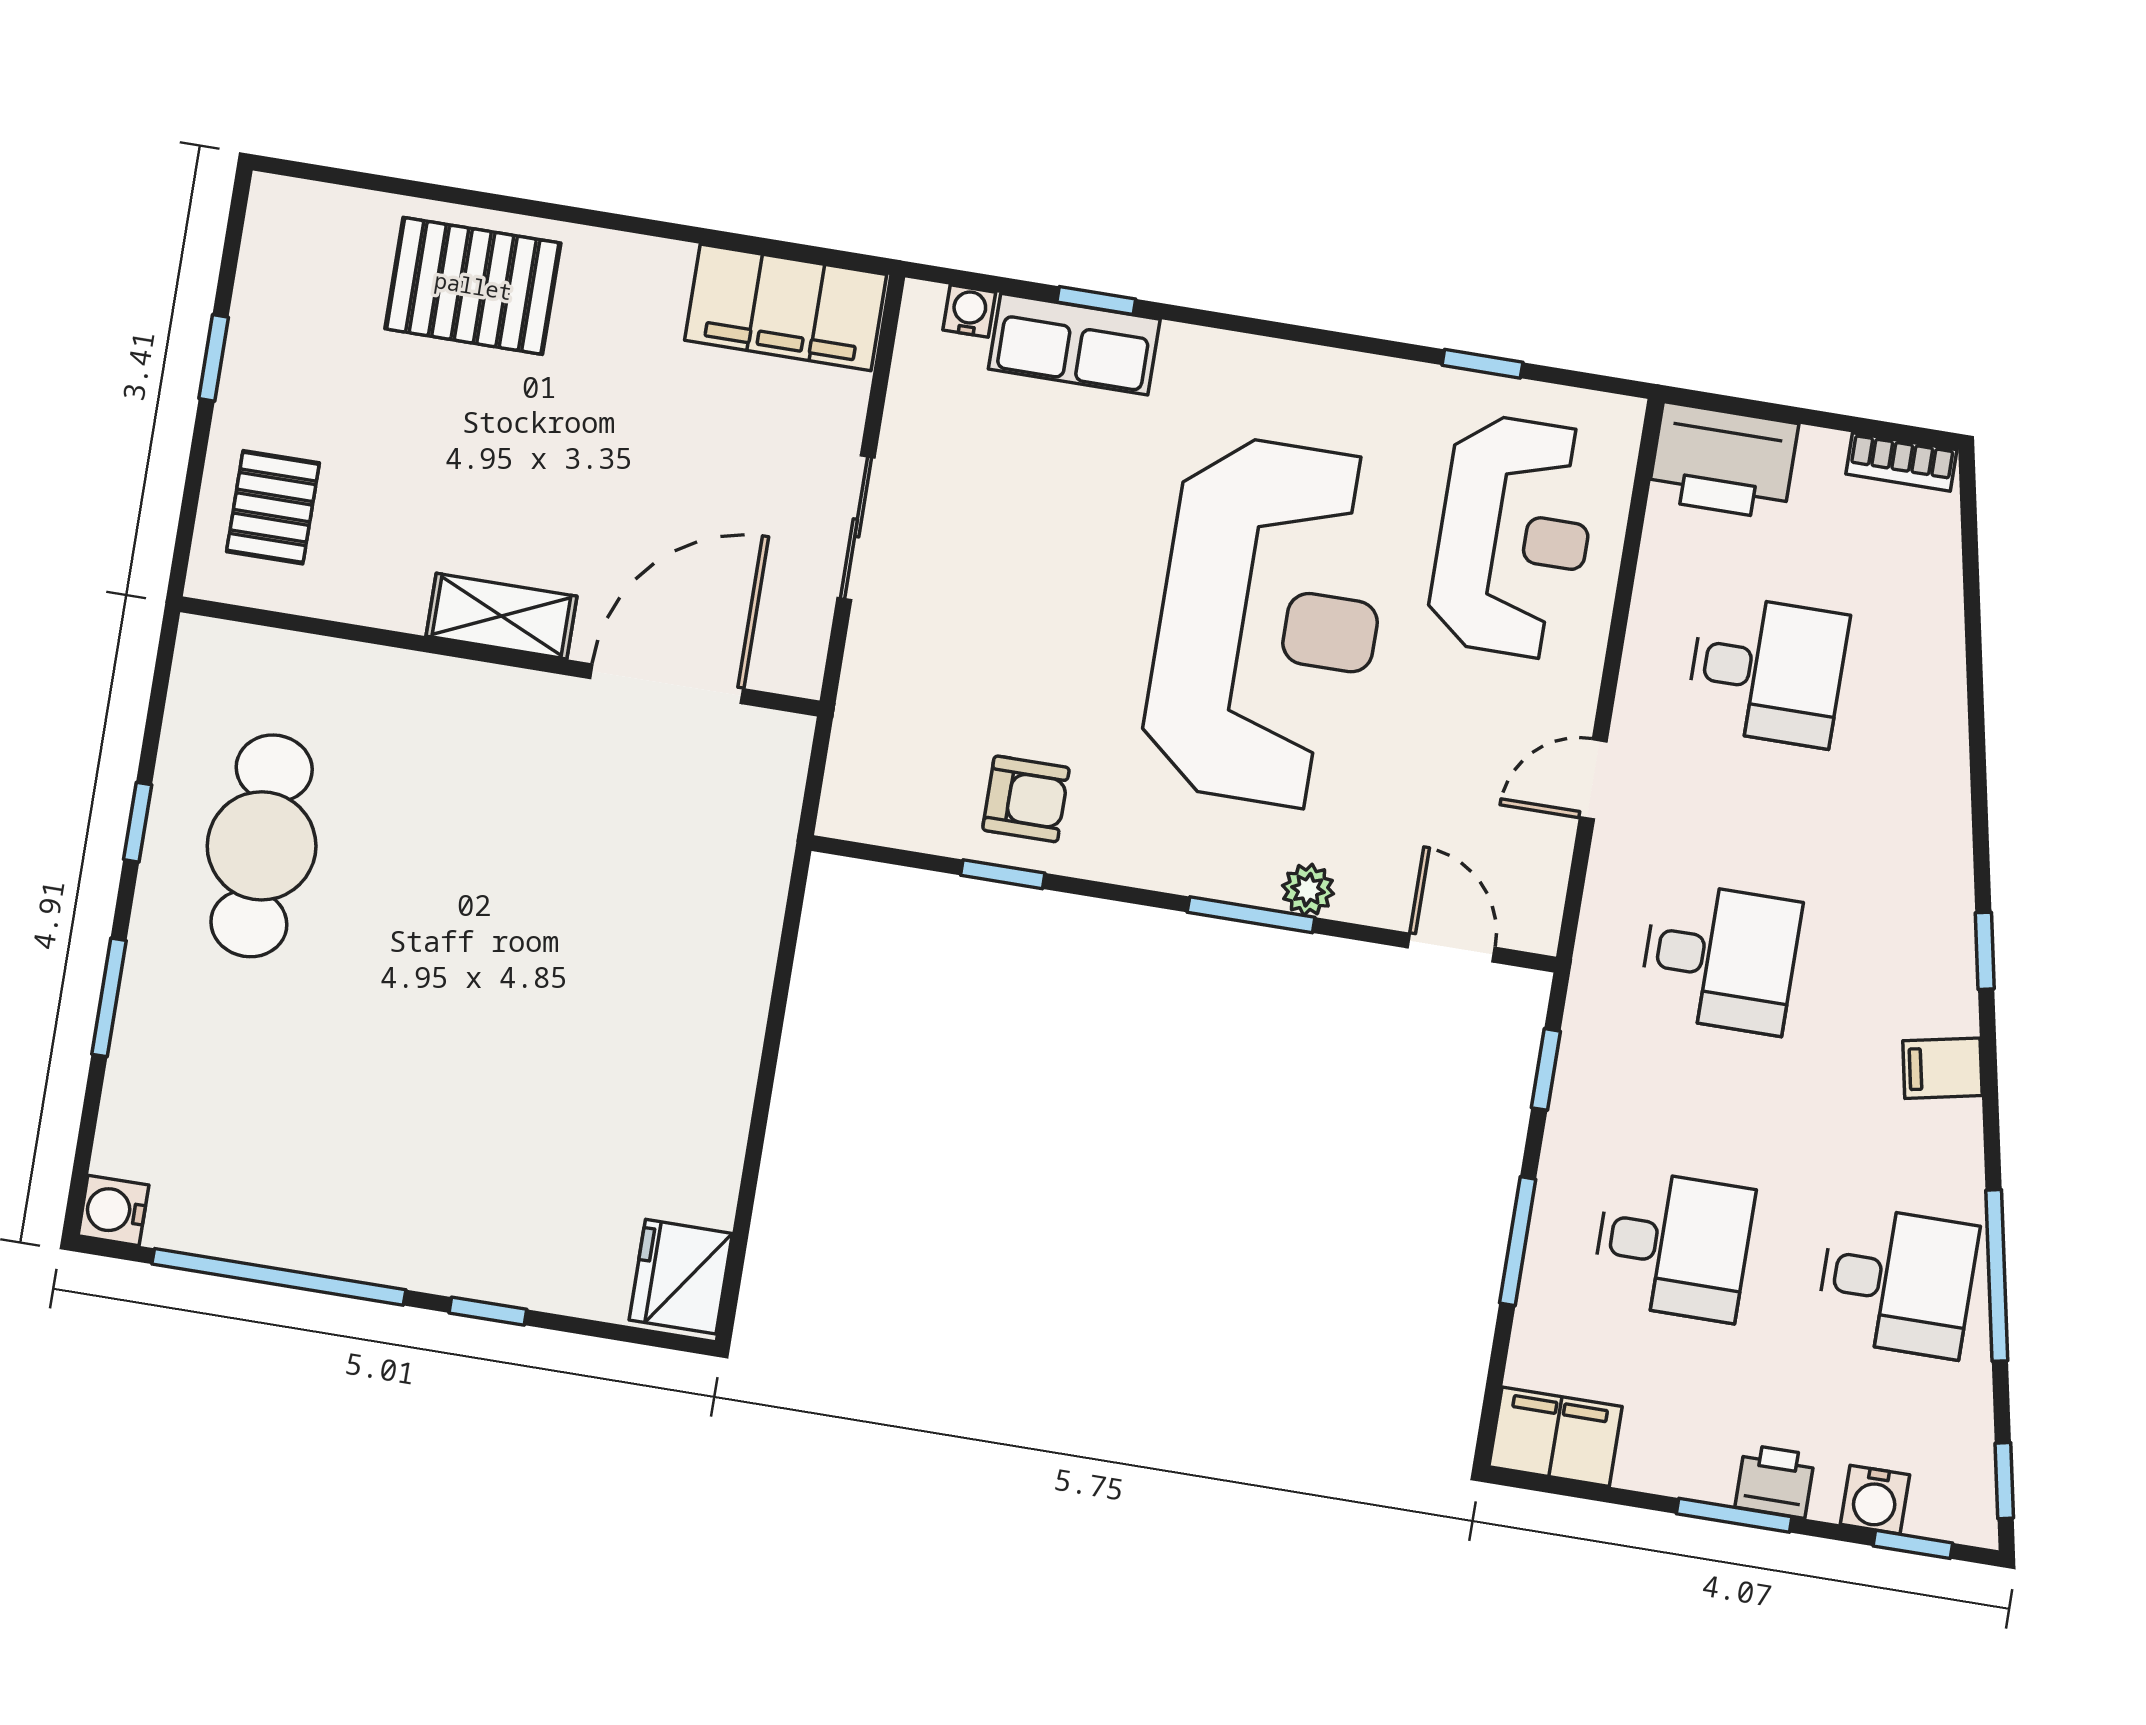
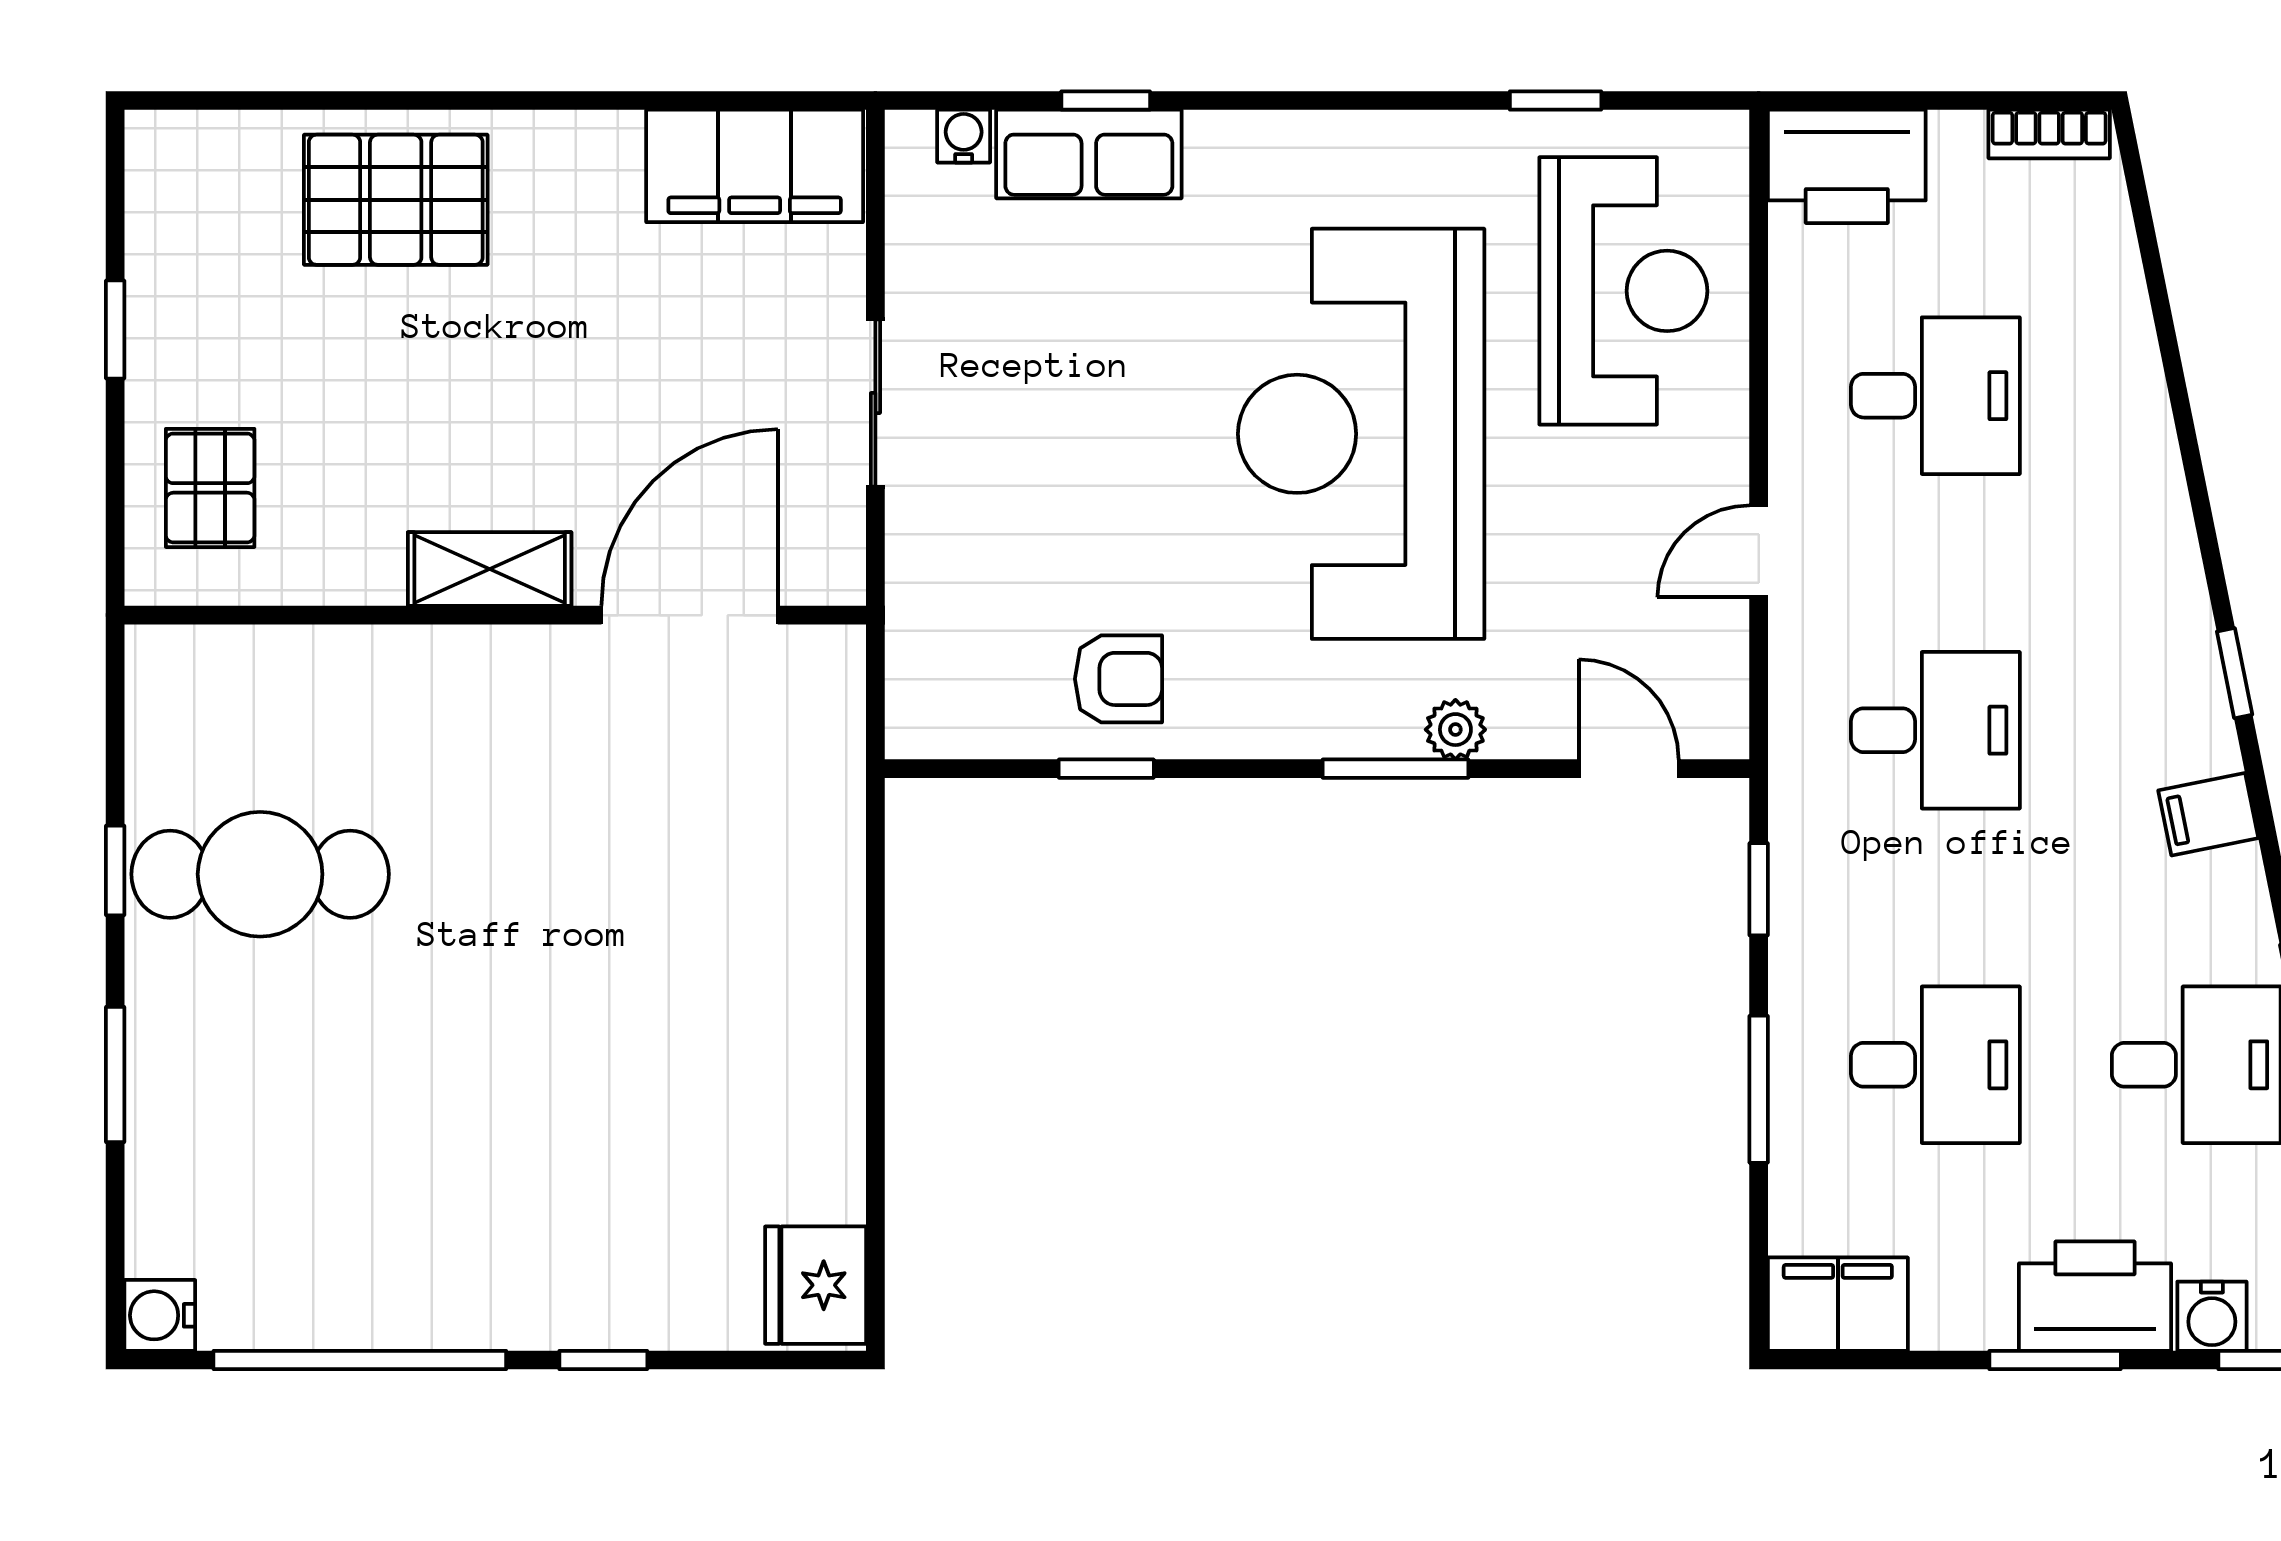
reception desk: (1269, 623) -> (1361, 434), turned 180
cafe table: (262, 846) -> (260, 874), turned 90
printer: (1775, 1481) -> (2095, 1296), width x1.87, depth x1.48

